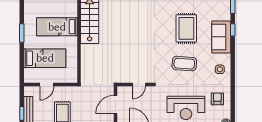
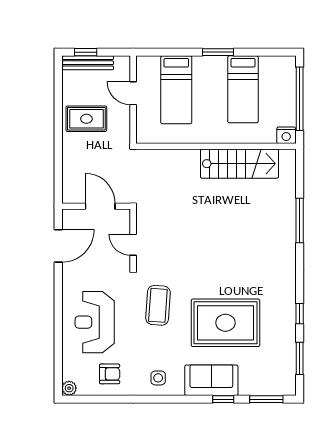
bed: (57, 27) -> (243, 89), moved, turned 180
rug: (186, 28) -> (225, 323), width x1.37, depth x1.44
coffee table: (184, 64) -> (158, 305), moved

